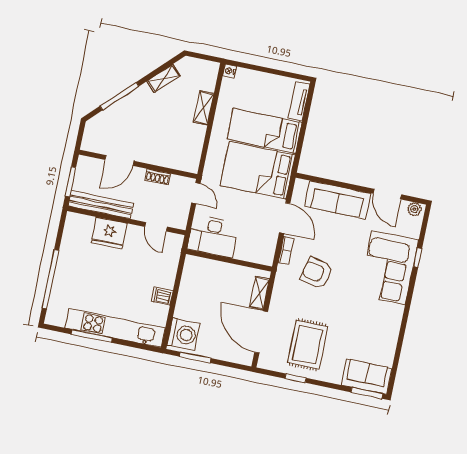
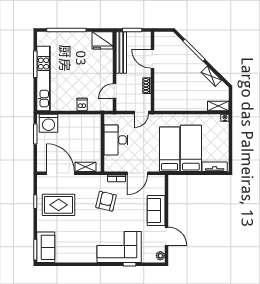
shelving: (204, 108) -> (218, 106), moved
bed: (258, 170) -> (170, 149), width x0.67
door: (387, 194) -> (166, 236), swing flipped
sofa: (338, 200) -> (156, 210), width x0.73
fridge: (109, 233) -> (102, 40), moved, turned -90
desk: (213, 236) -> (116, 140), moved
dishwasher: (162, 296) -> (82, 104), moved
door: (261, 332) -> (60, 173), hinge flipped

